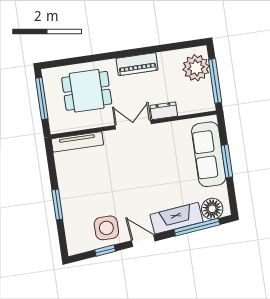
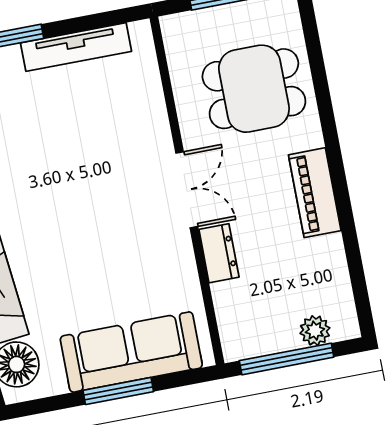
plant: (196, 68) -> (315, 331), width x0.53, depth x0.53
dining table: (87, 91) -> (254, 89), turned 90
tv unit: (77, 142) -> (76, 47), moved, turned -90

